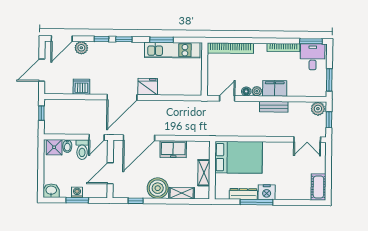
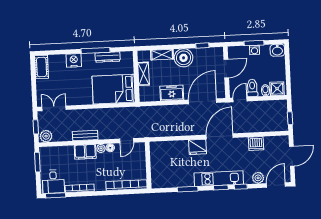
kitchen unit: (172, 50) -> (219, 179), moved
nightstand: (267, 192) -> (74, 60), moved

